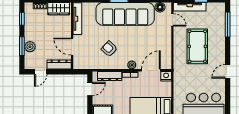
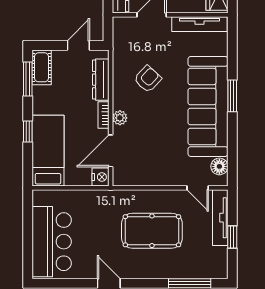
door: (172, 20) -> (198, 188), hinge flipped
door: (151, 70) -> (111, 151), swing flipped
door: (90, 89) -> (78, 45), swing flipped

